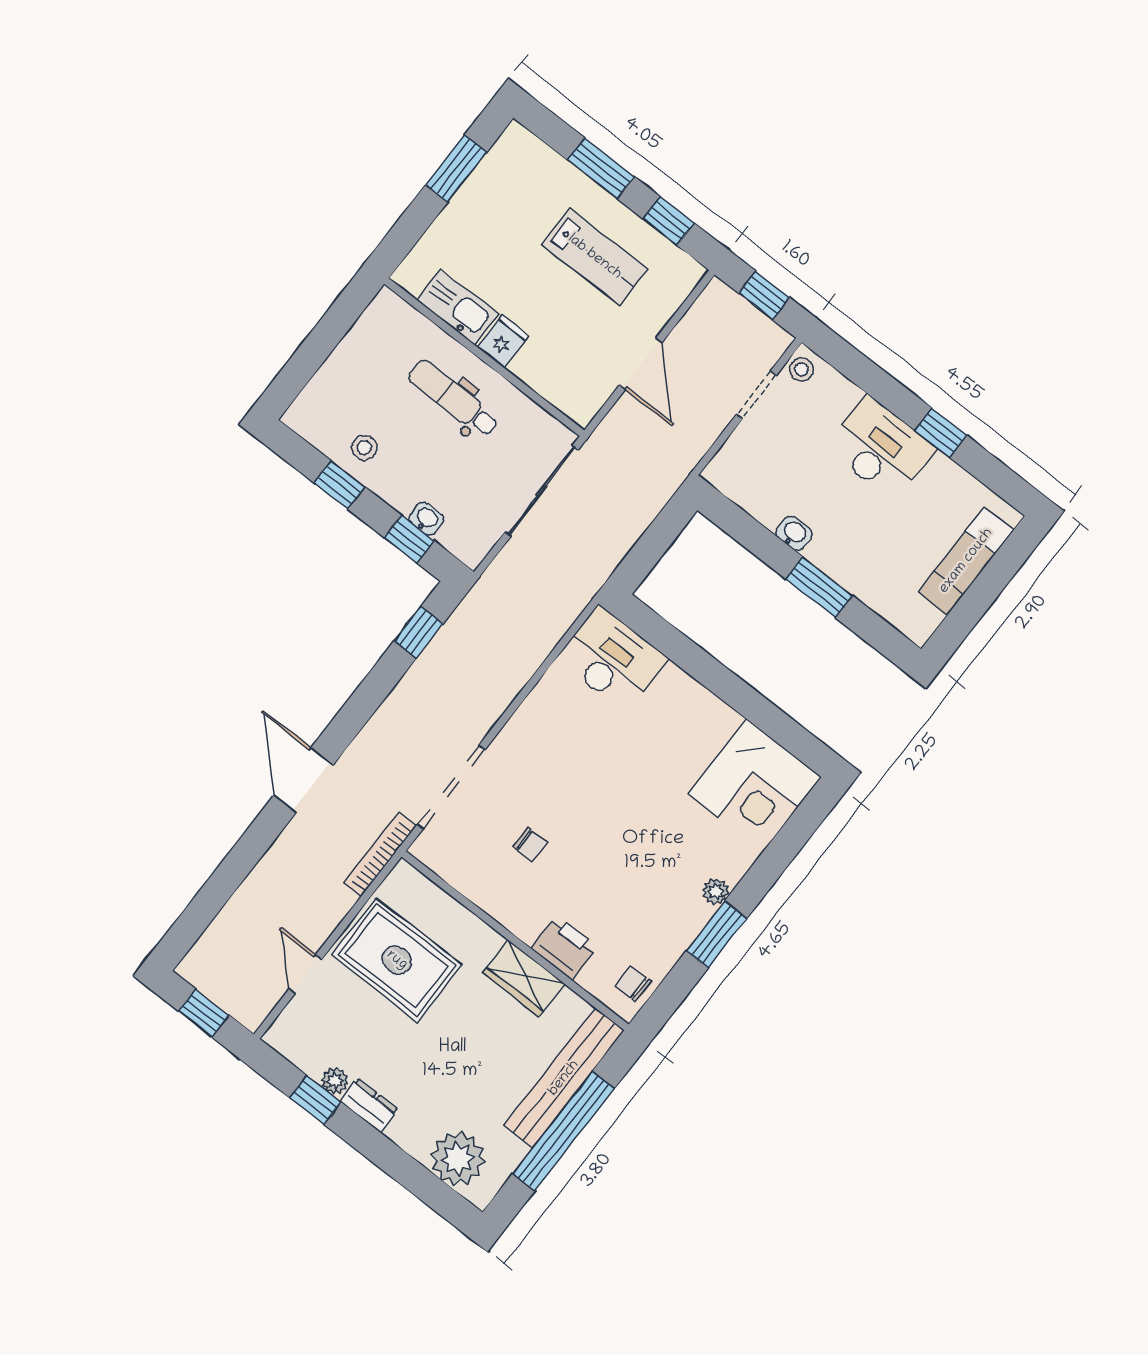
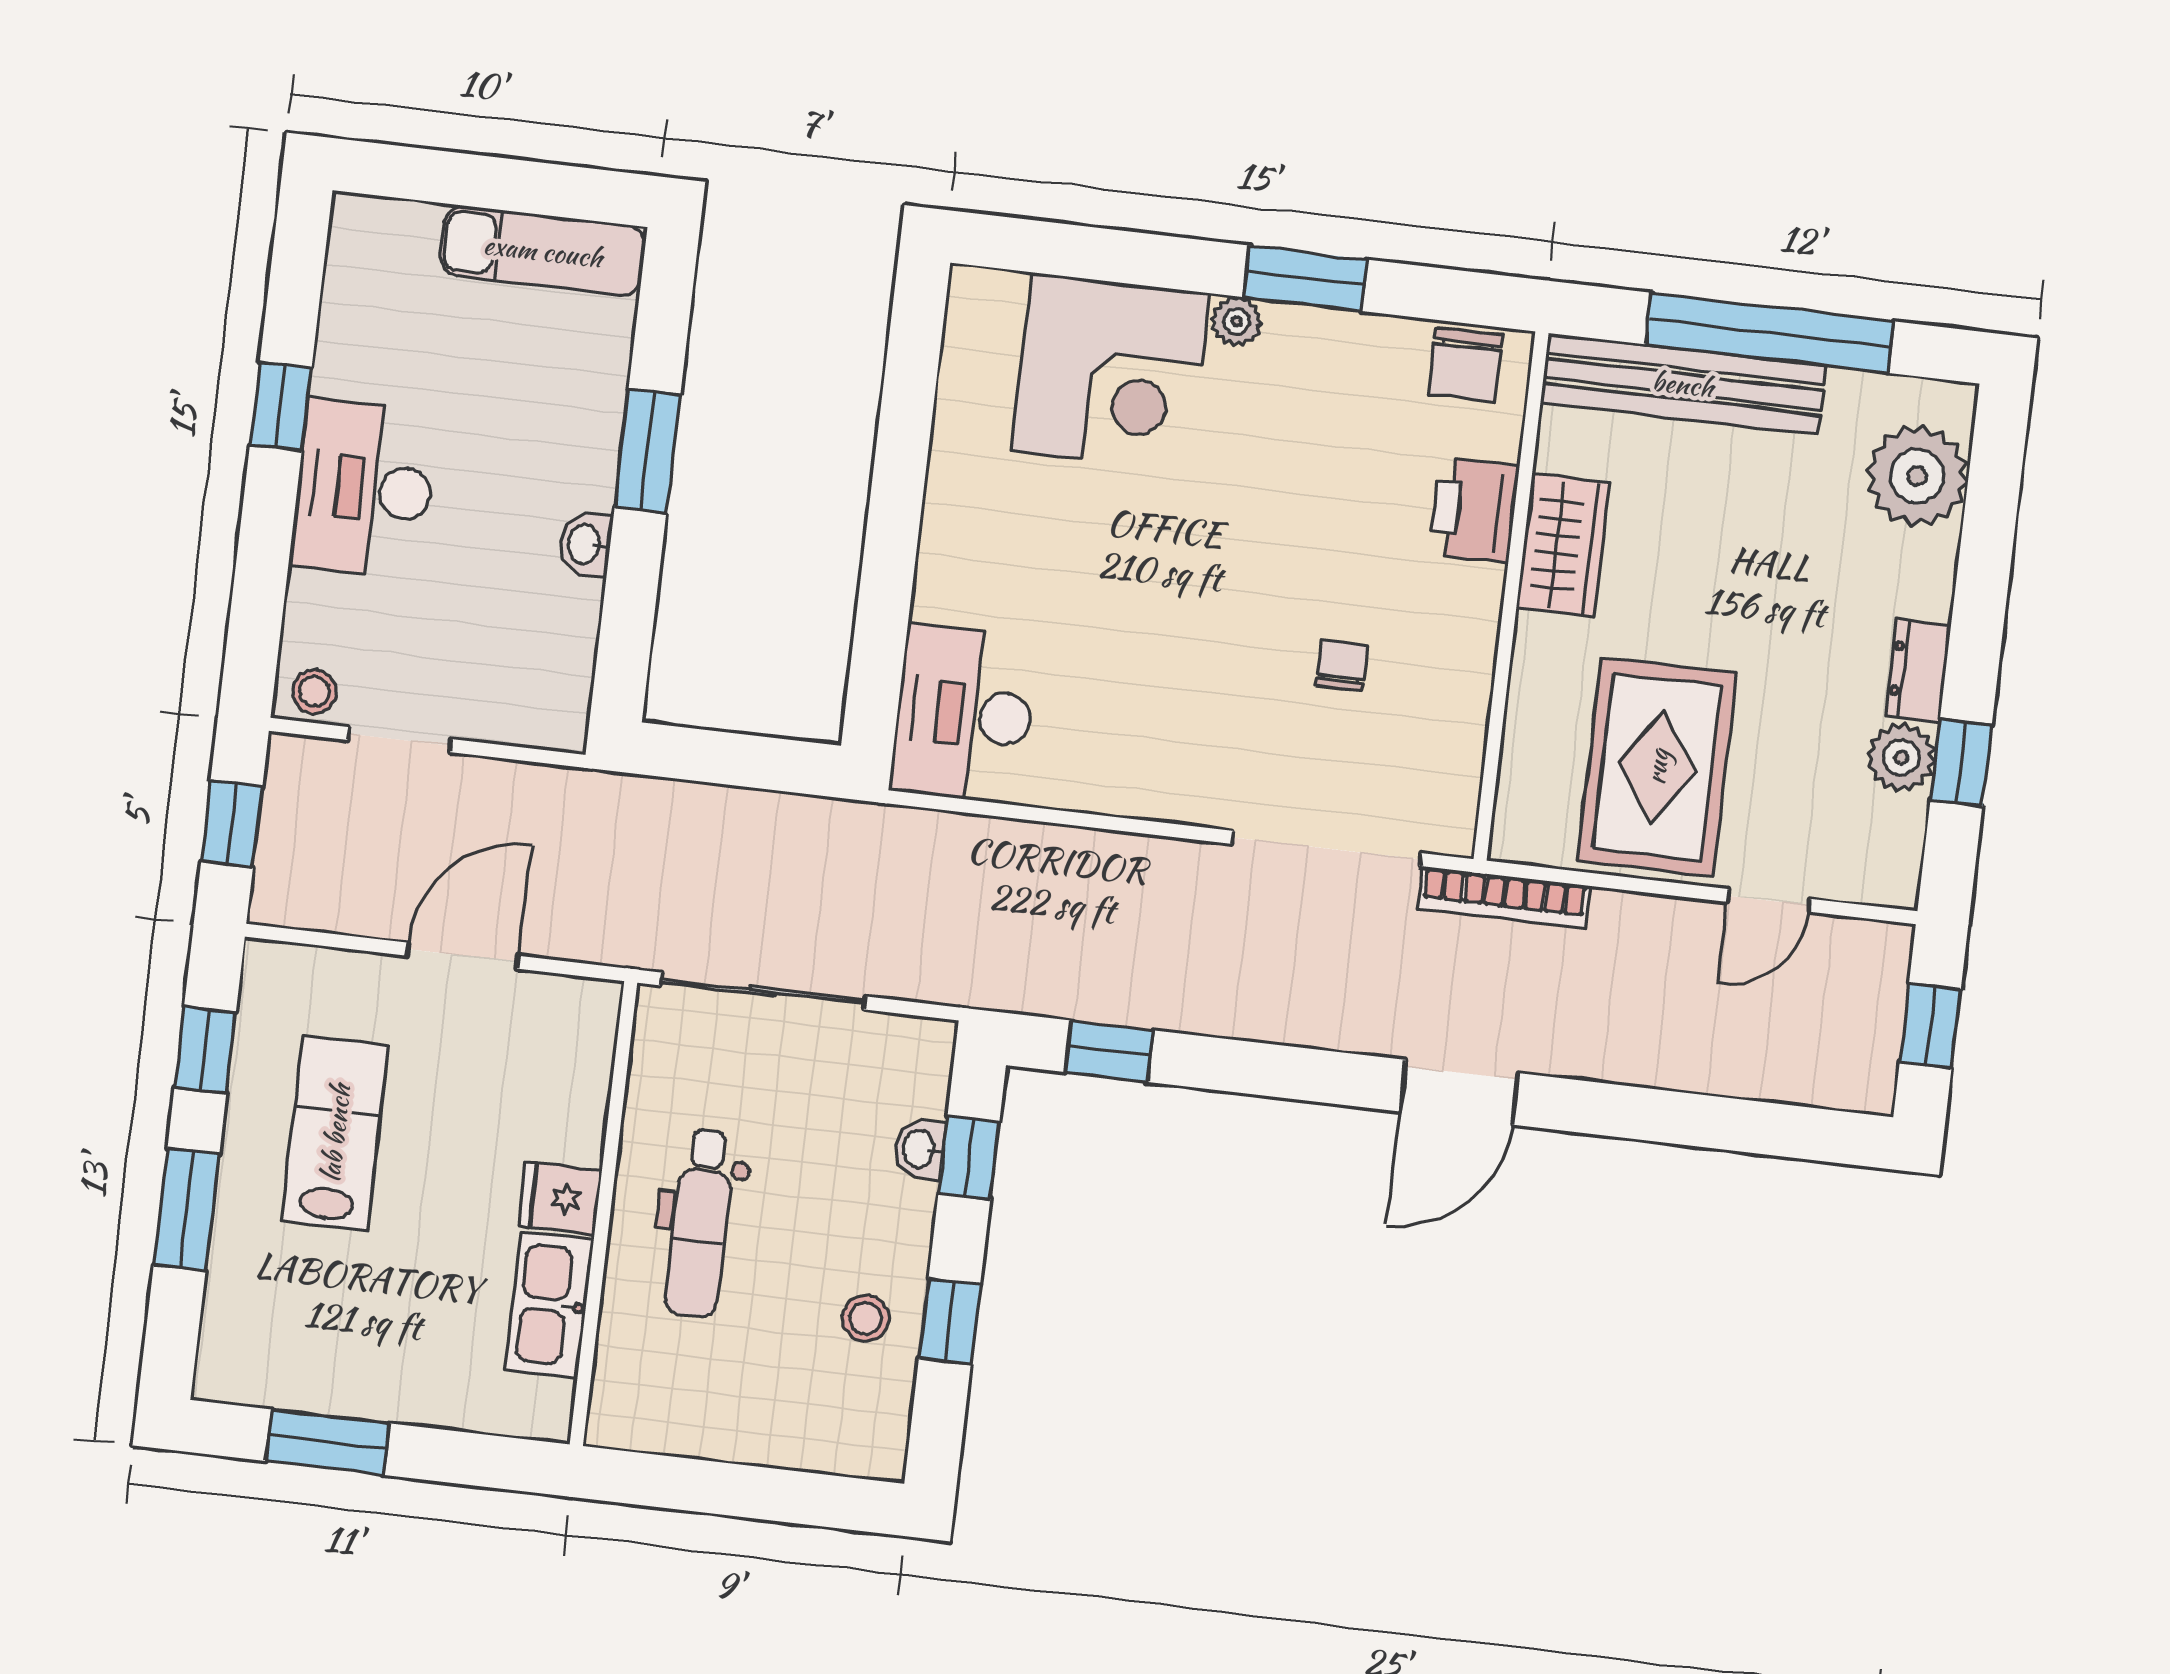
exam couch: (966, 561) -> (543, 251), moved
corner desk: (755, 785) -> (1110, 372), moved, turned 90
chair: (633, 984) -> (1465, 365), width x1.37, depth x1.37
plant: (335, 1081) -> (1901, 757), width x1.38, depth x1.38

